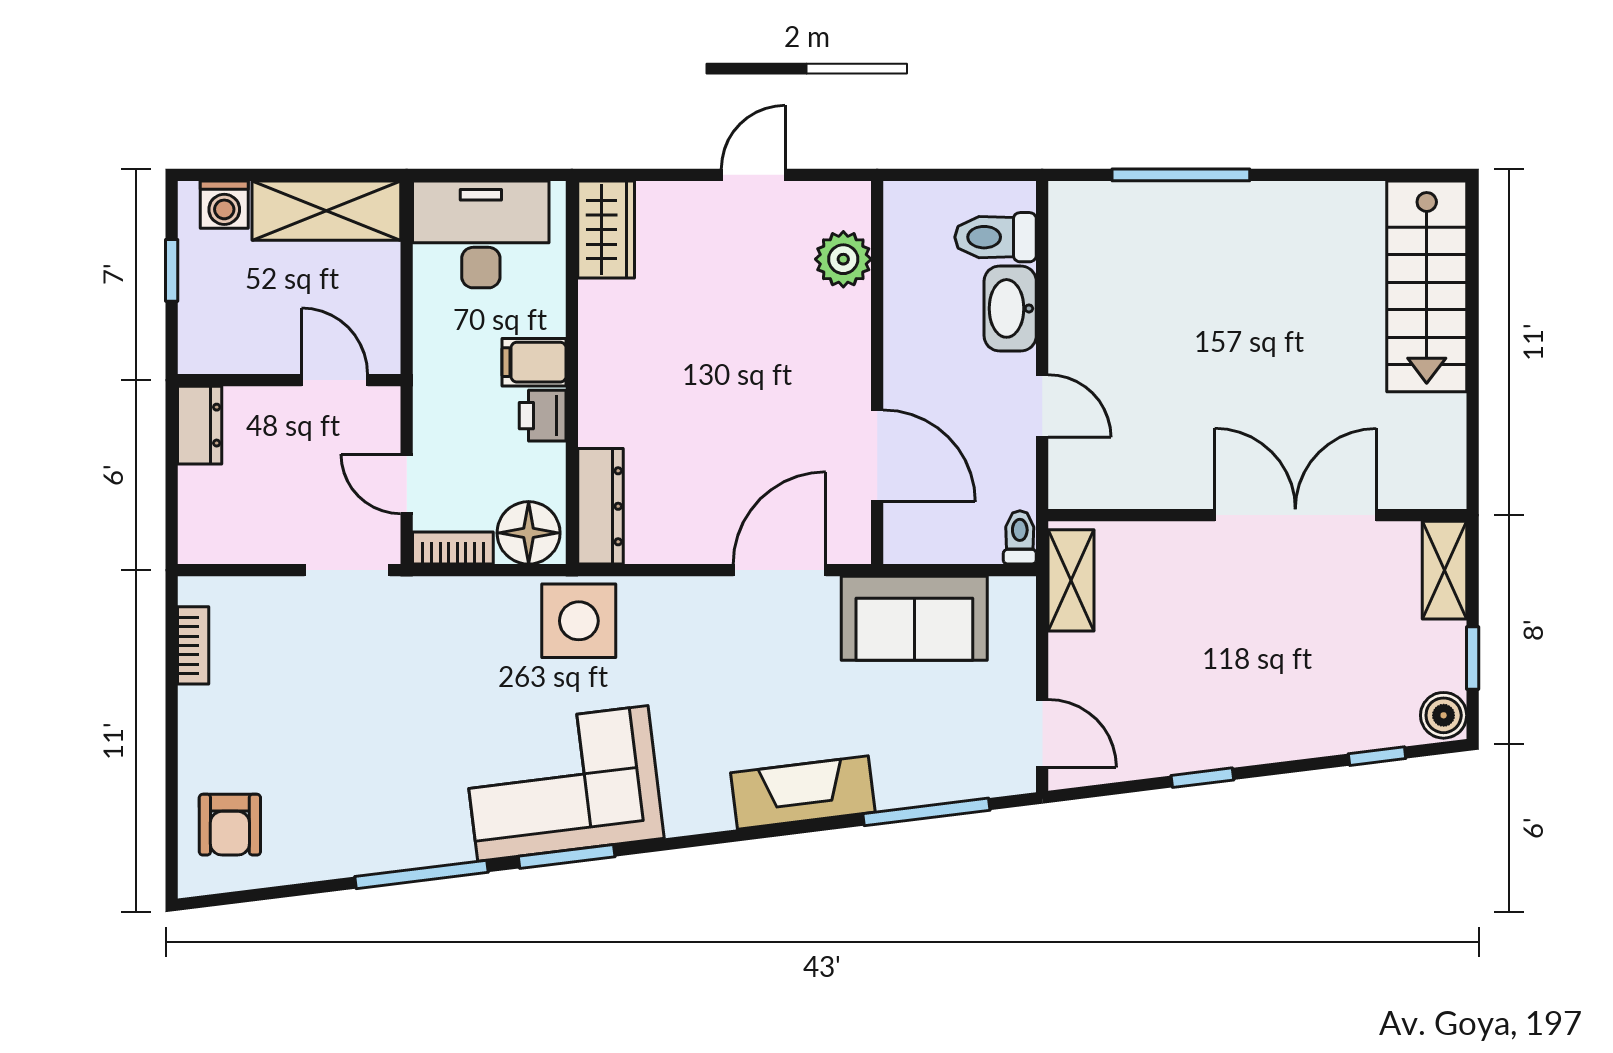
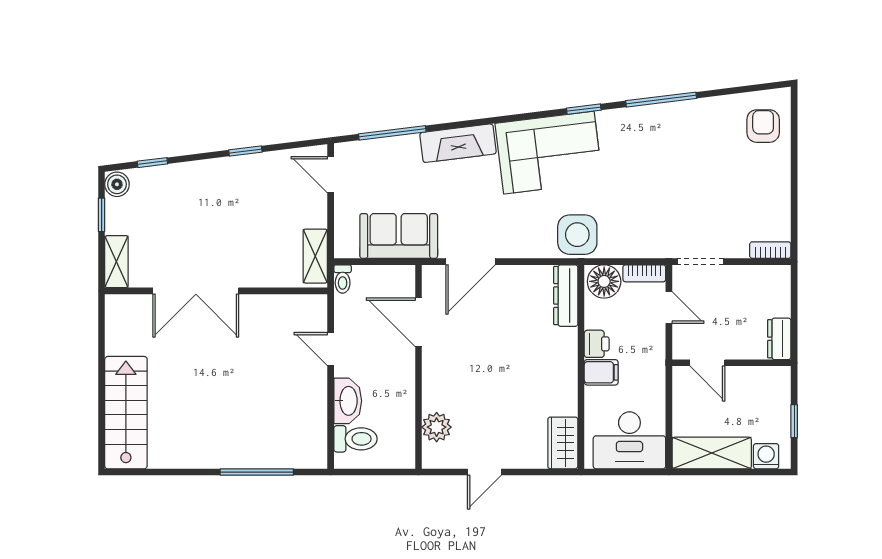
bookcase: (193, 645) -> (770, 250), moved, turned 90
corner sofa: (563, 783) -> (549, 153), moved
window: (567, 856) -> (584, 109), width x0.67

